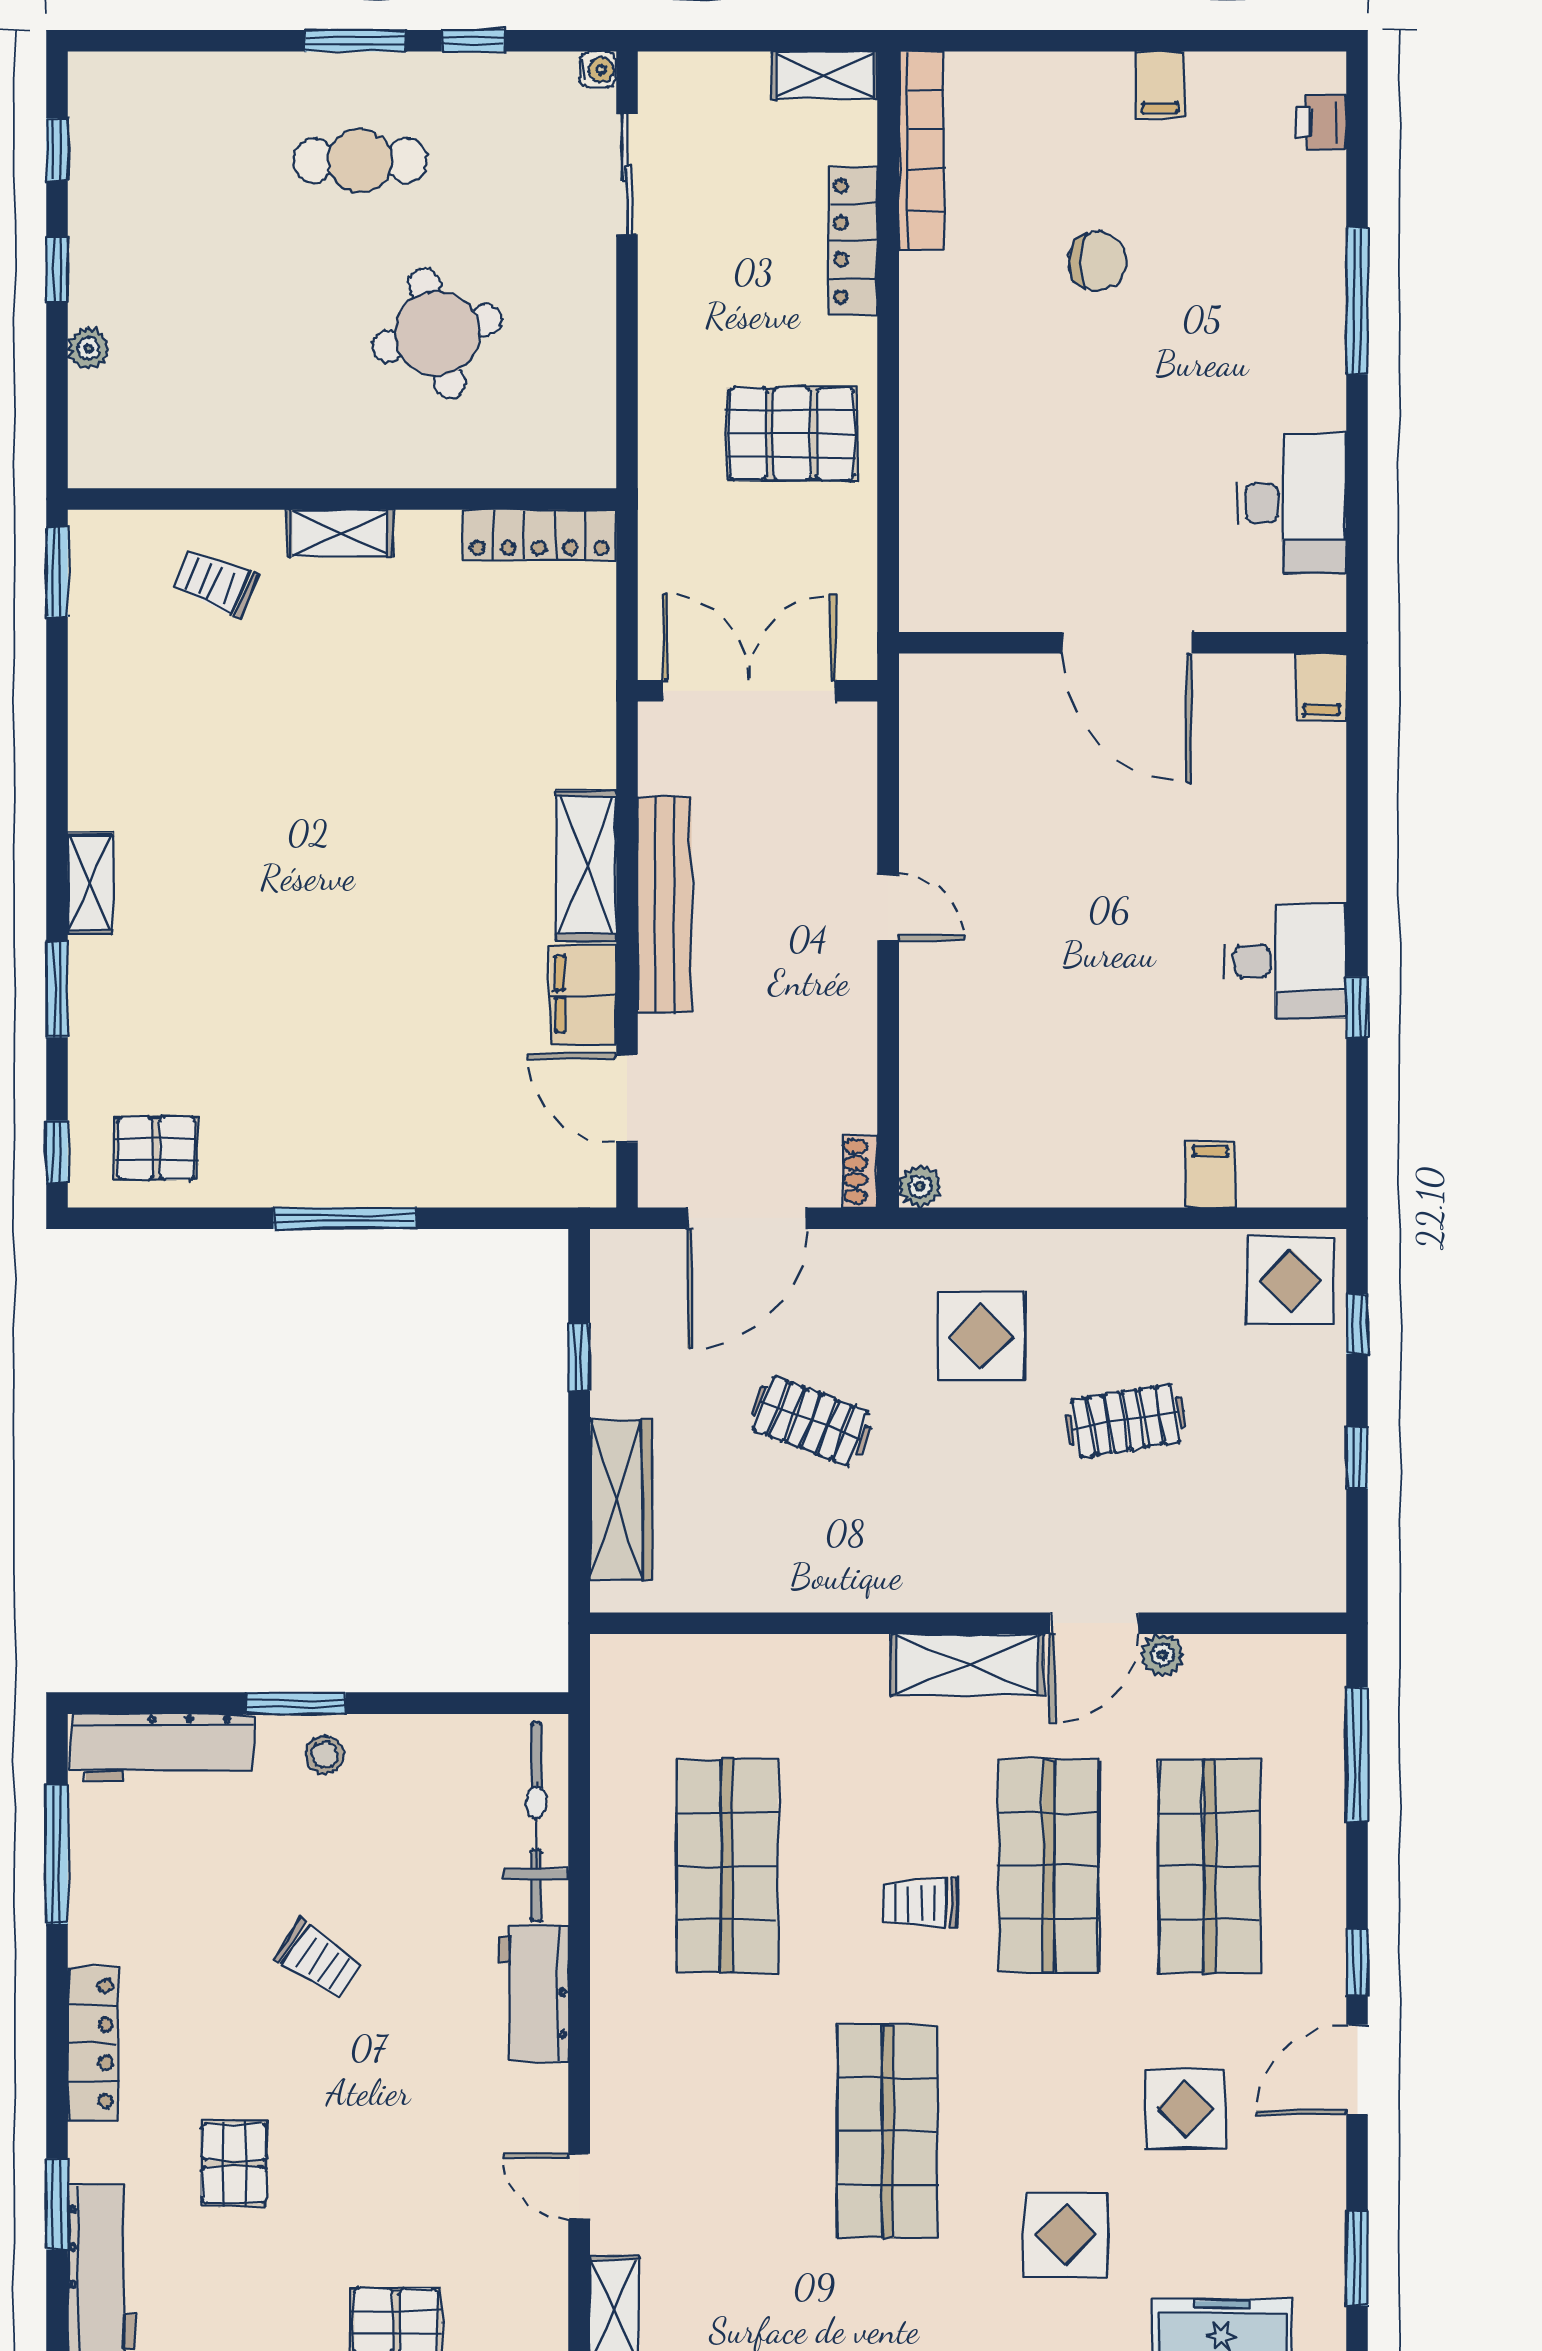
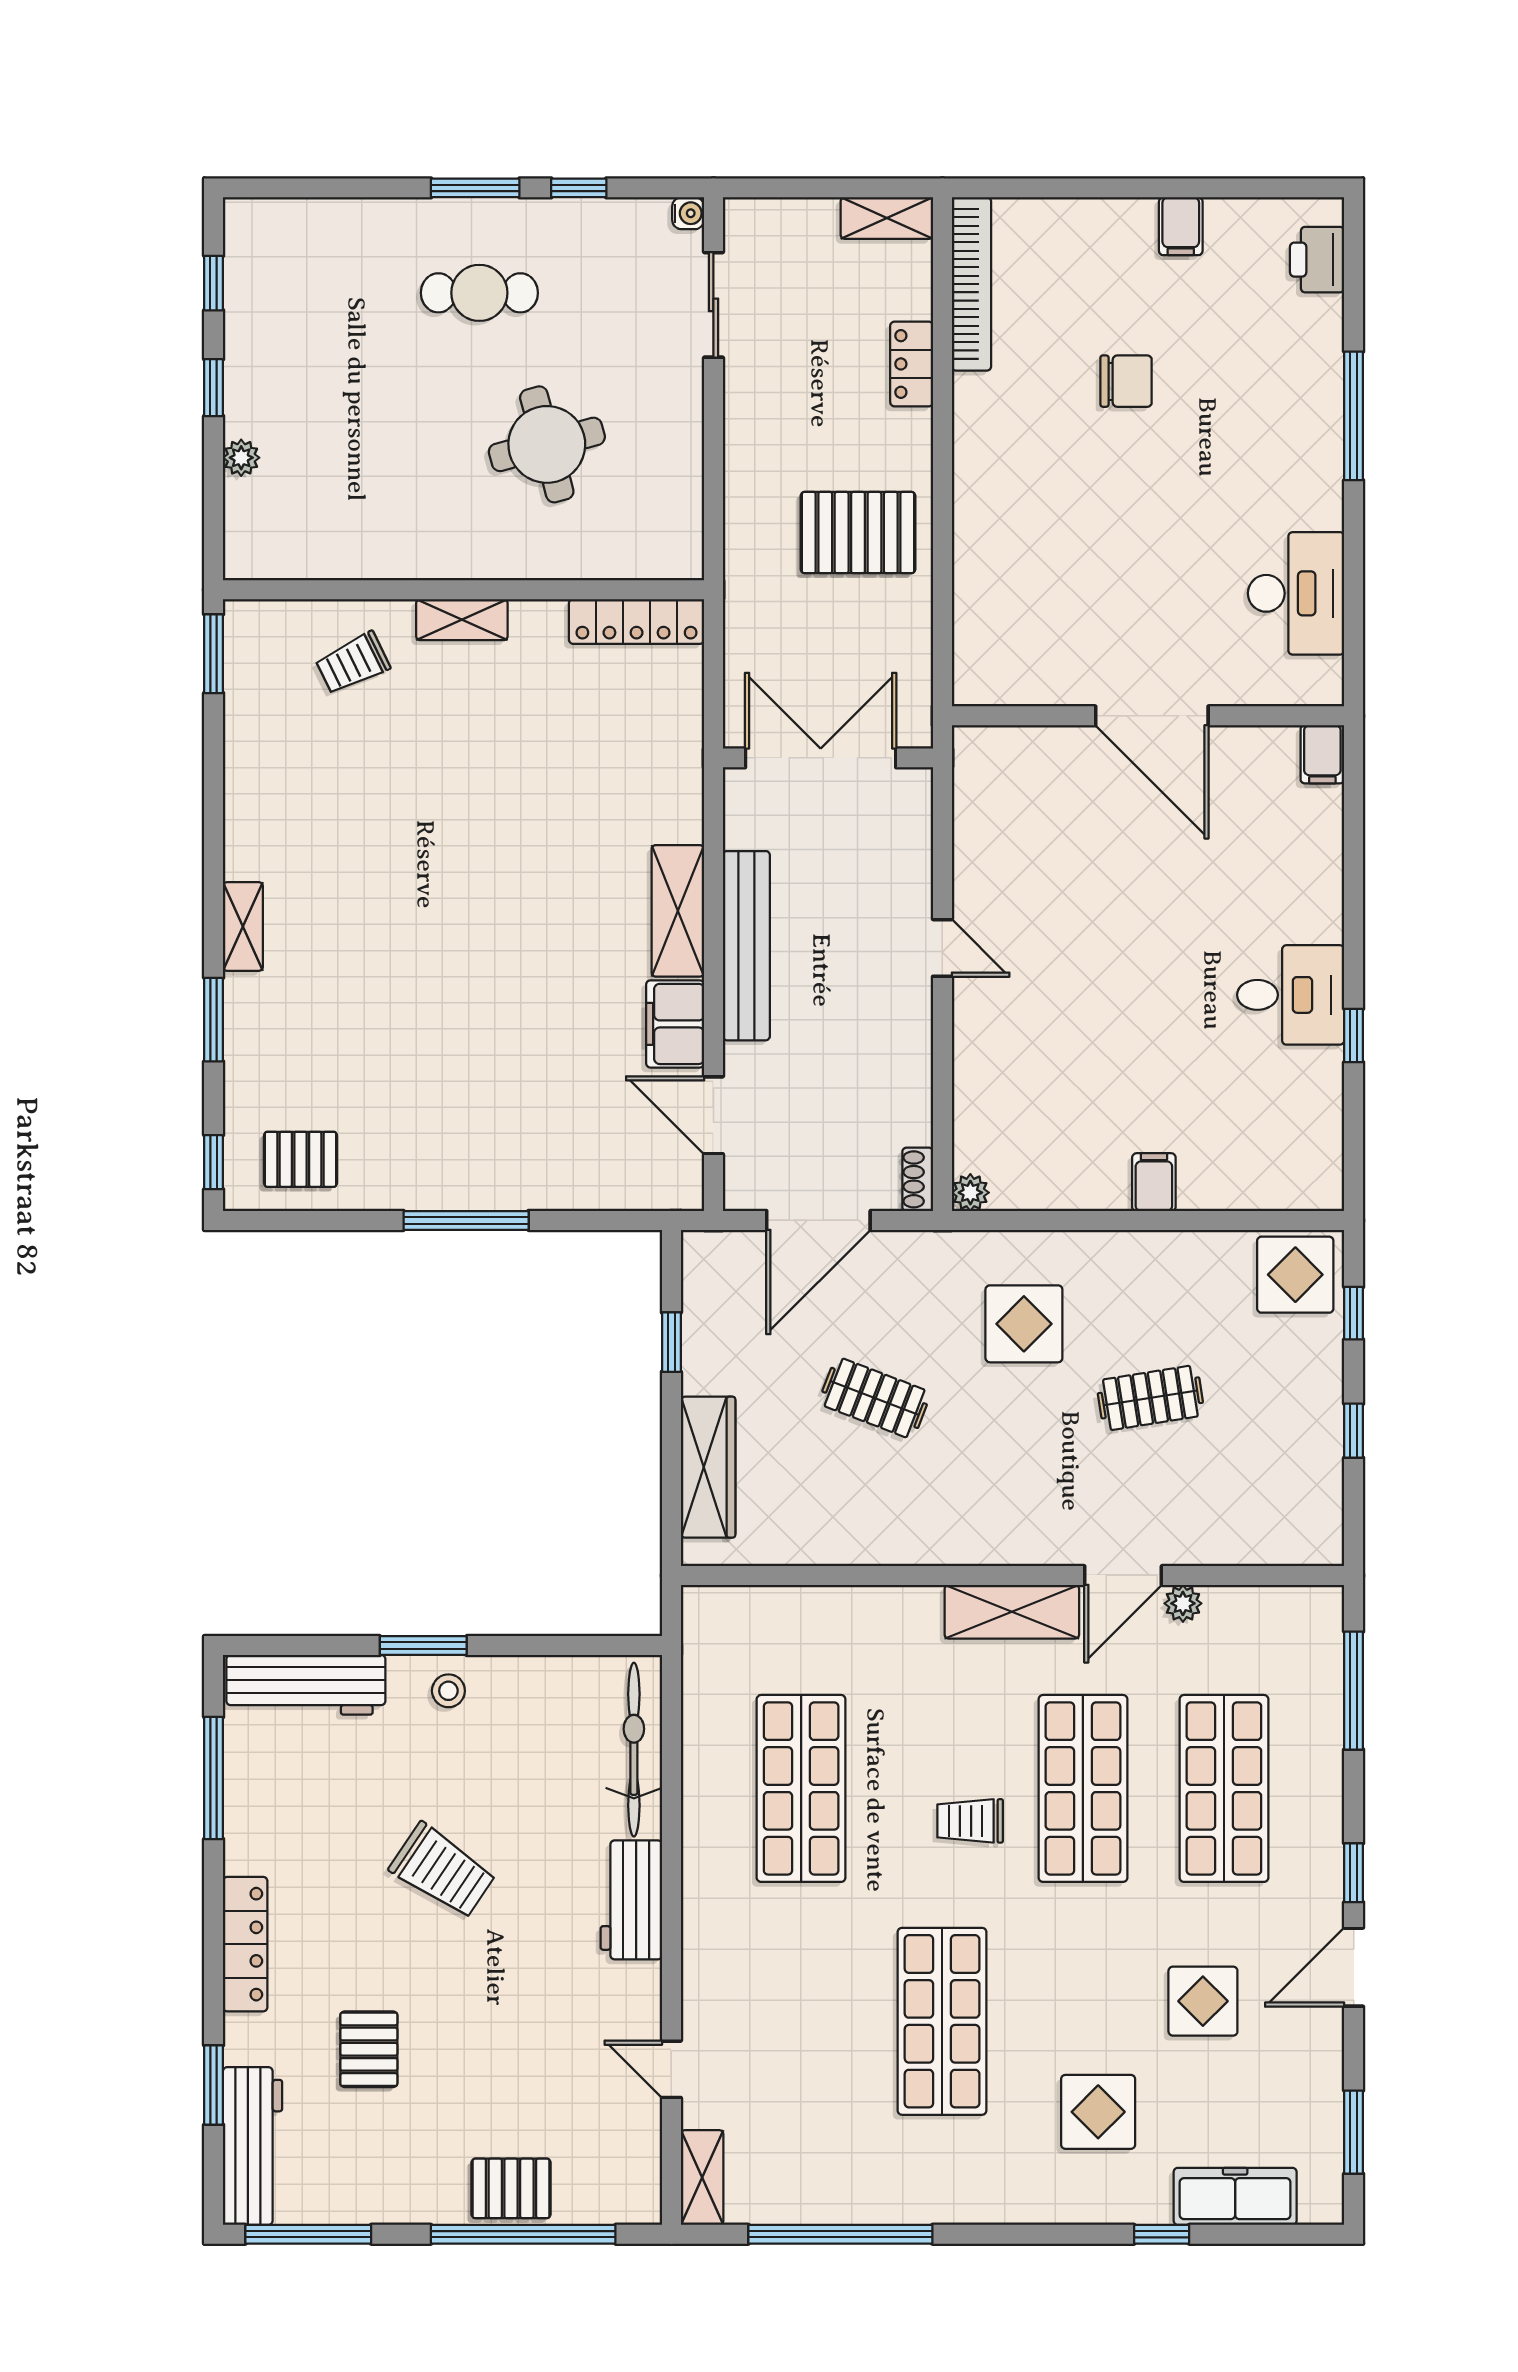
printer: (1321, 122) -> (1317, 260), width x1.36, depth x1.24
locker: (853, 242) -> (912, 364), width x0.66
trolley: (216, 583) -> (353, 663), turned -48
filing cabinet: (1210, 1175) -> (1154, 1182), moved
trolley: (318, 1960) -> (443, 1871), width x1.36, depth x1.39

